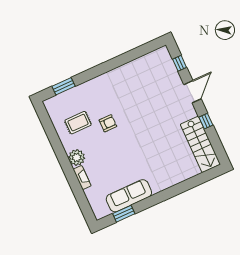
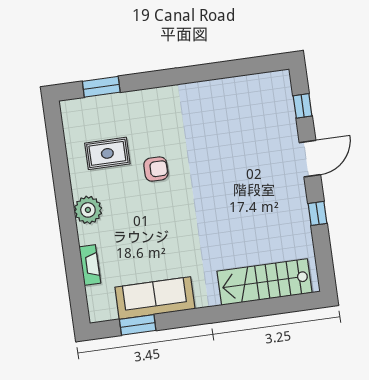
stairs: (200, 144) -> (265, 282), moved, turned 90
fireplace: (82, 178) -> (90, 265), moved

